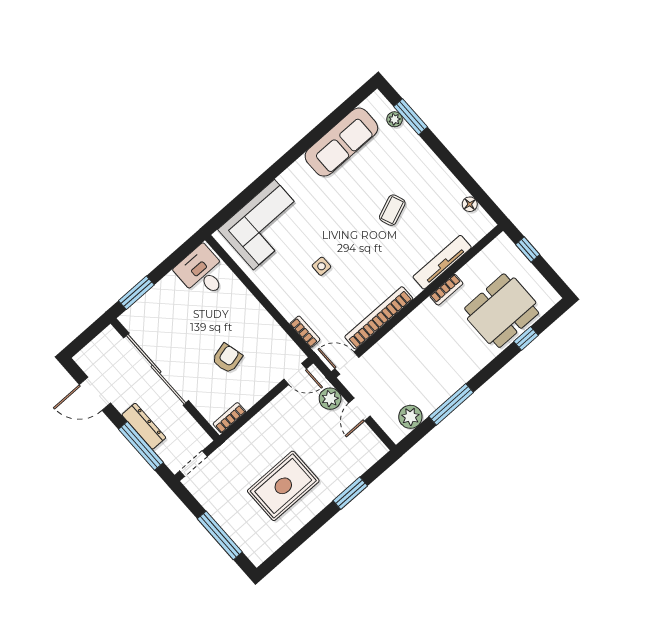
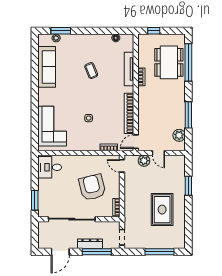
window: (526, 338) -> (188, 62), width x3.17
armchair: (227, 358) -> (92, 187), width x1.88, depth x1.88
door: (295, 374) -> (122, 166), swing flipped

